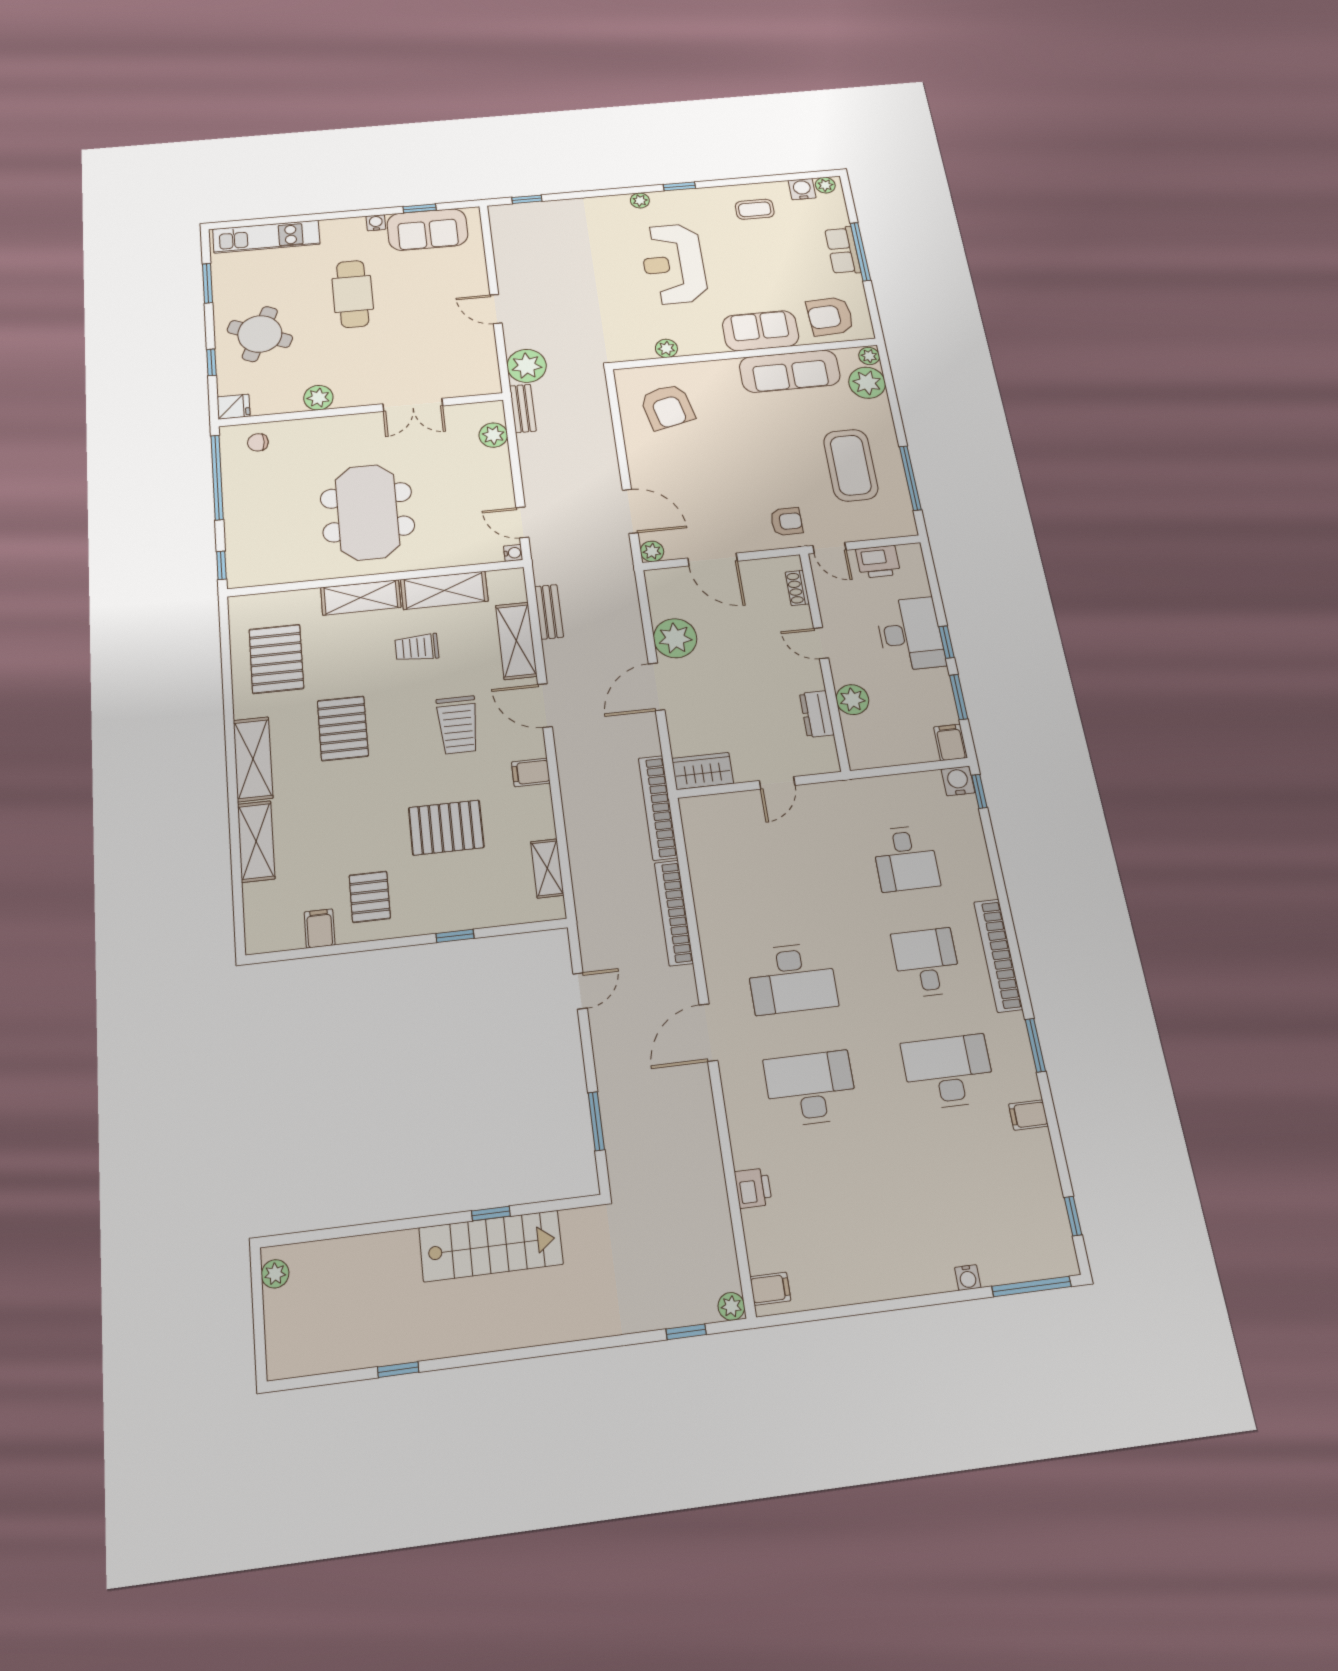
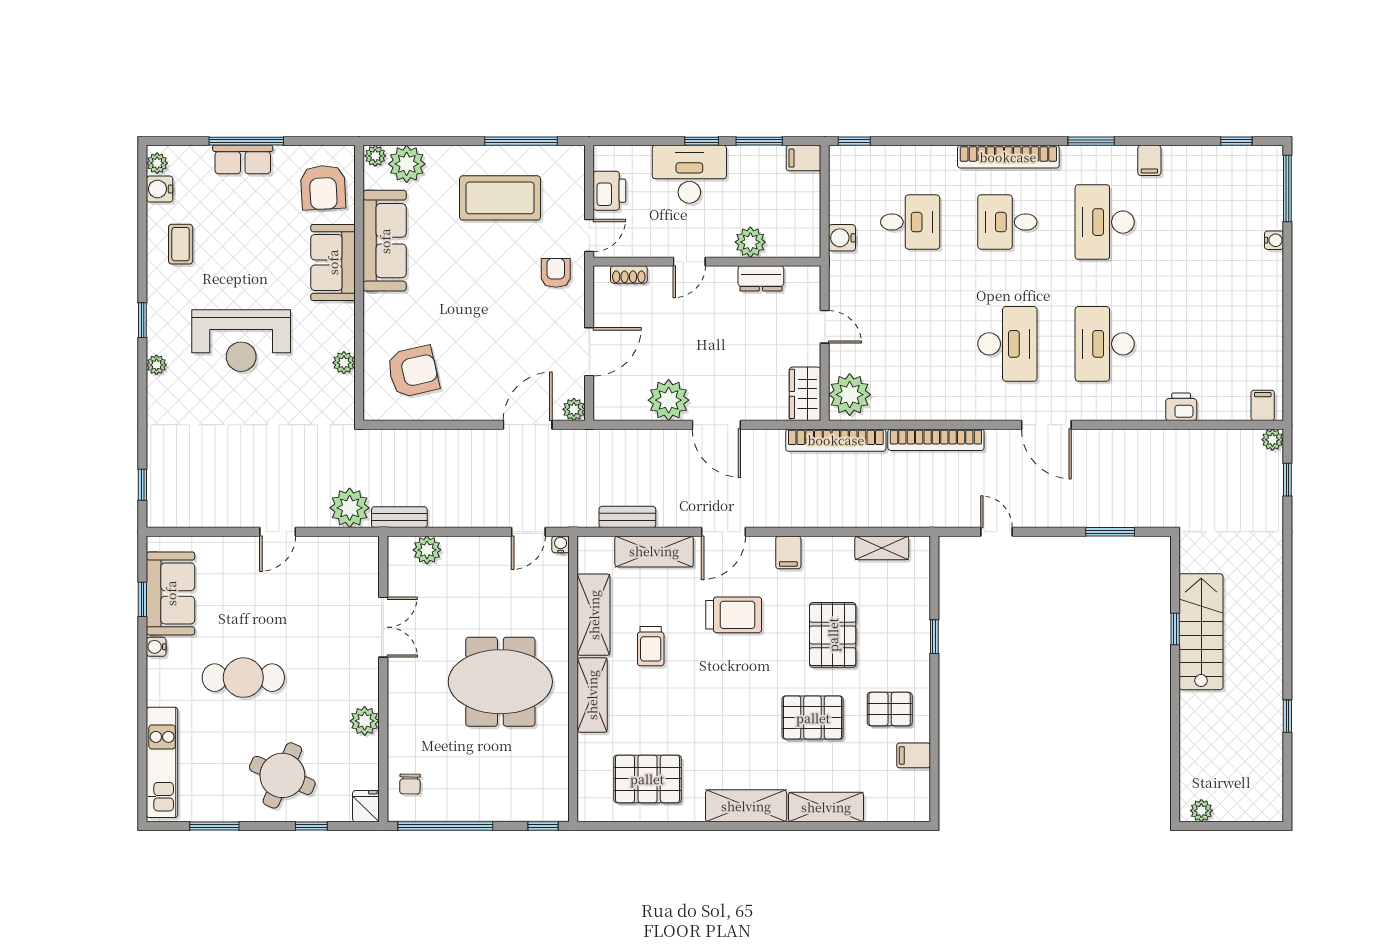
pallet: (343, 728) -> (813, 718), moved
water cooler: (958, 781) -> (842, 238), moved
plant: (709, 816) -> (850, 395), added

